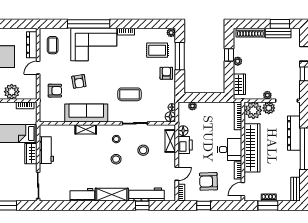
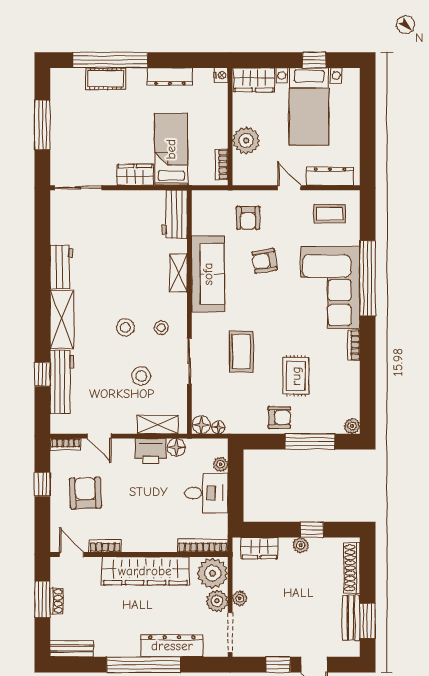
rug: (157, 50) -> (296, 376), moved
workbench: (46, 150) -> (175, 214), moved, turned 90
desk: (230, 150) -> (206, 493), moved, turned -90

